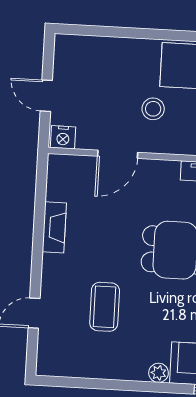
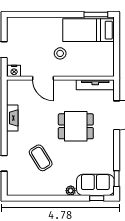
door: (118, 154) -> (43, 78), hinge flipped
coffee table: (105, 307) -> (41, 158), turned -32

